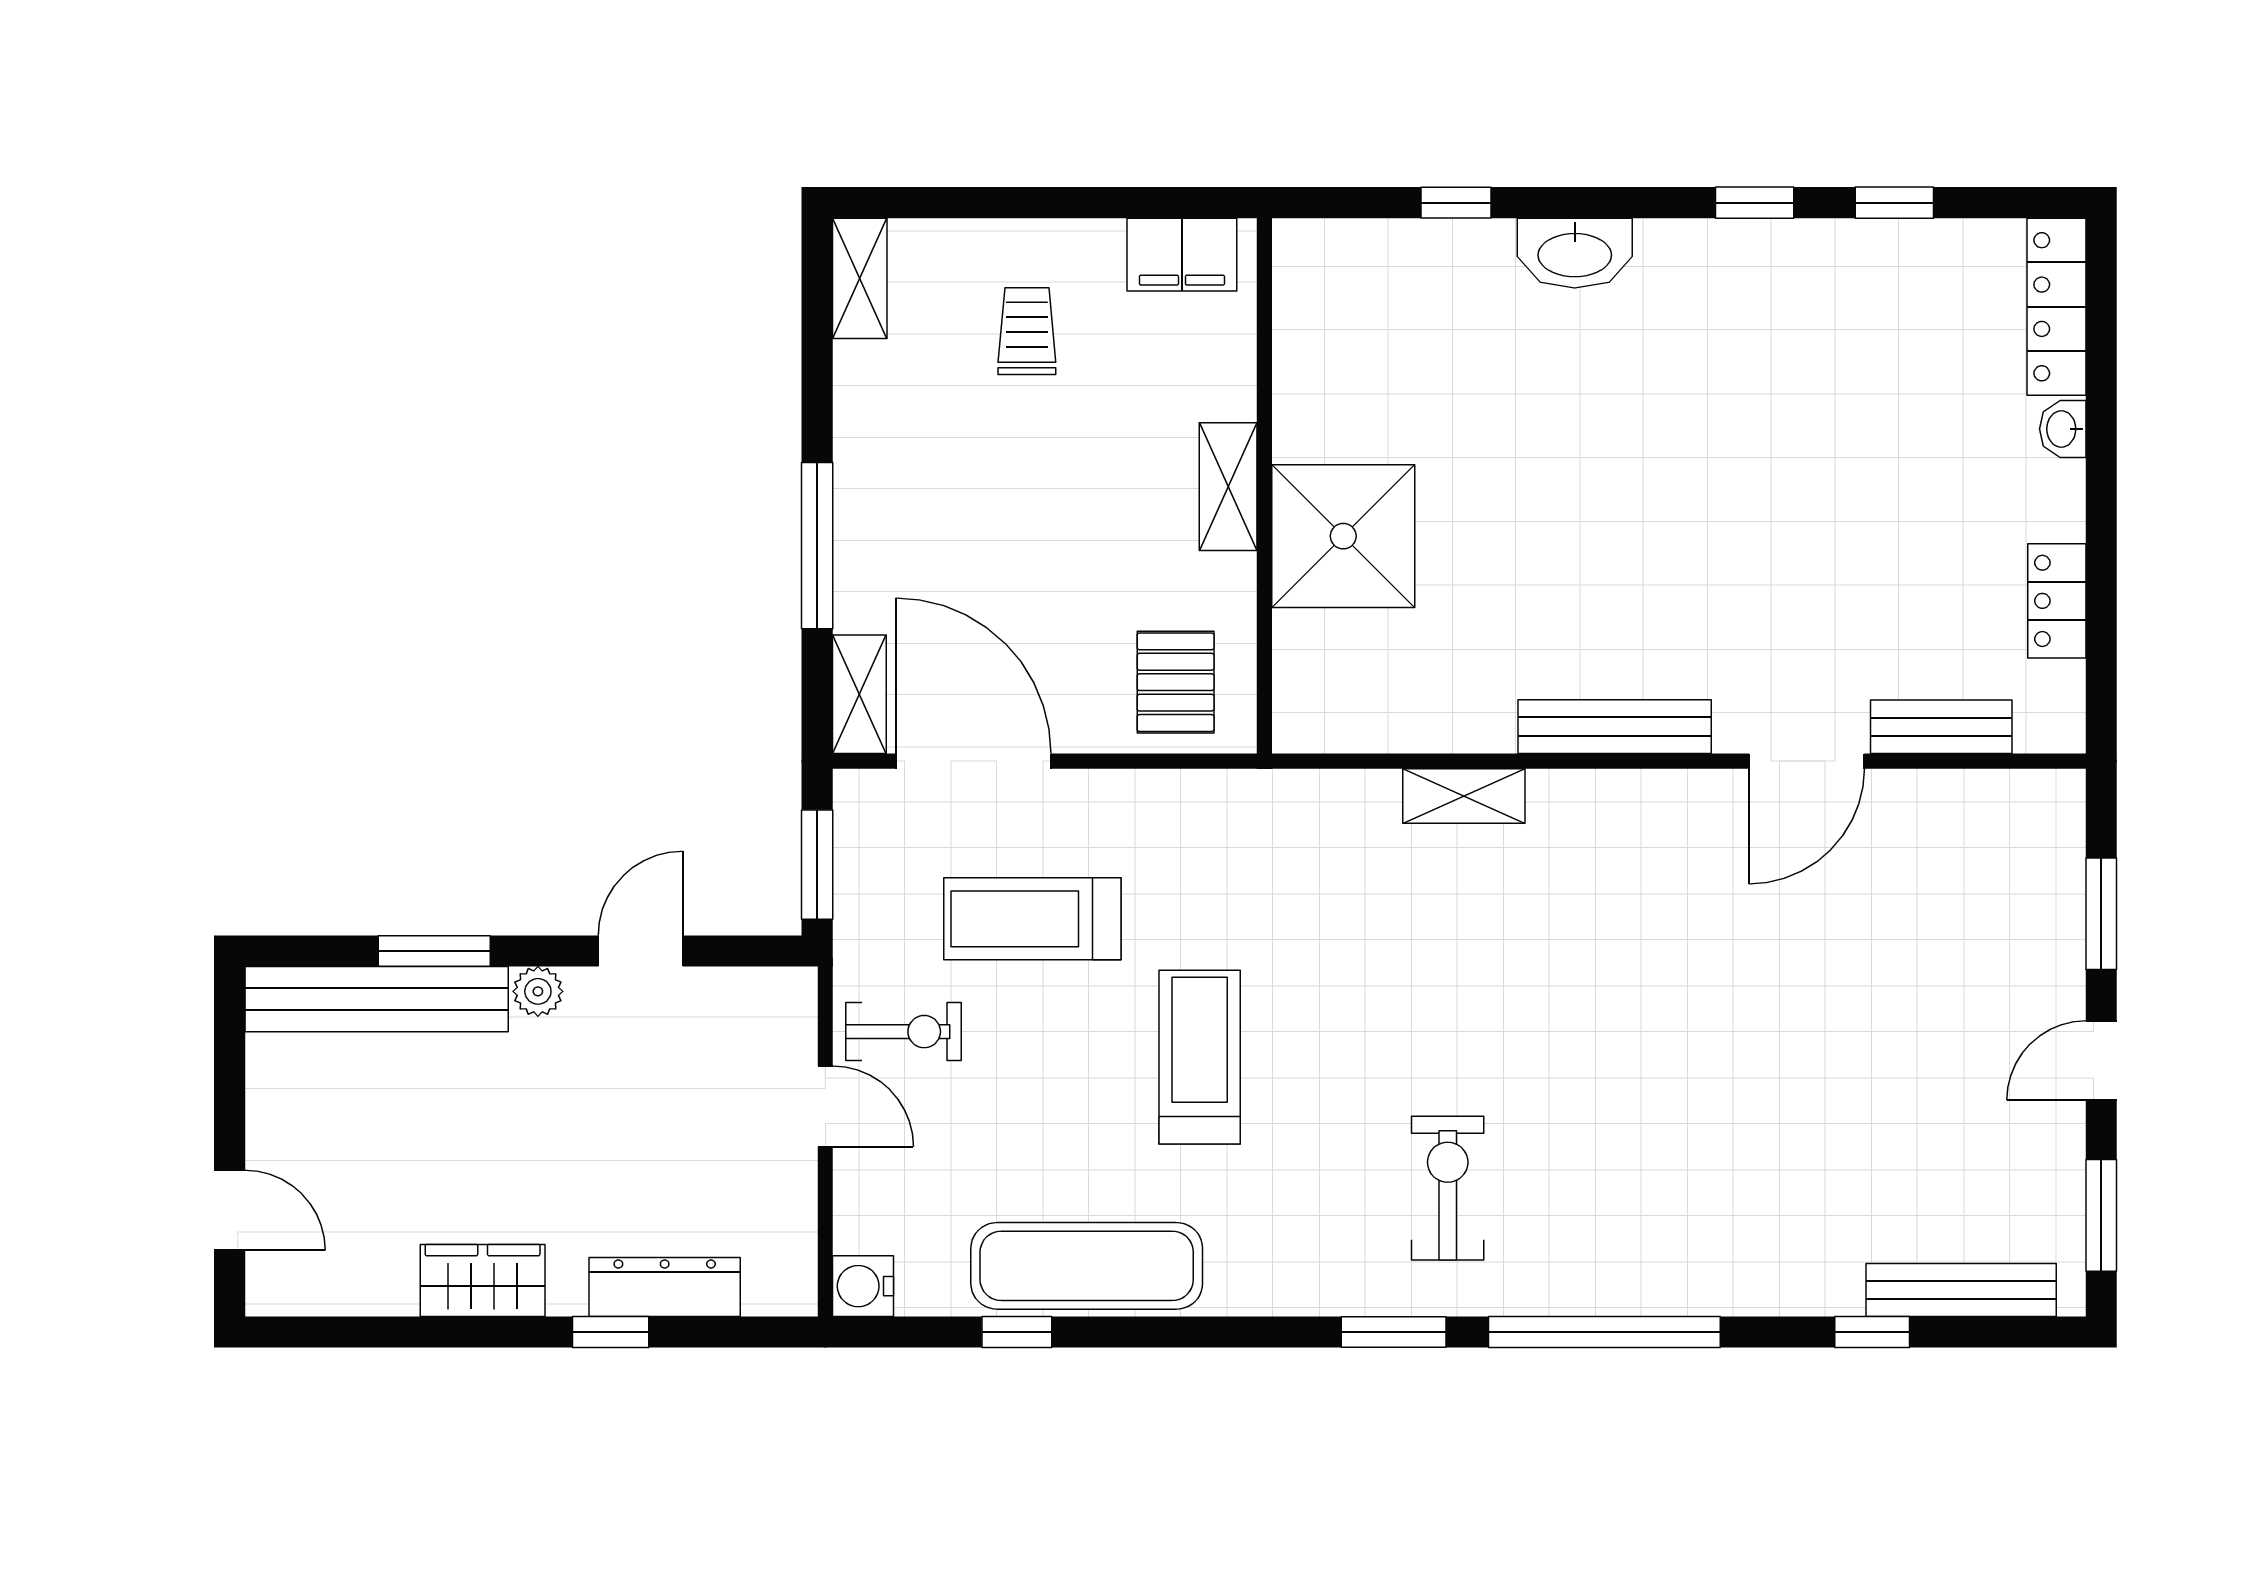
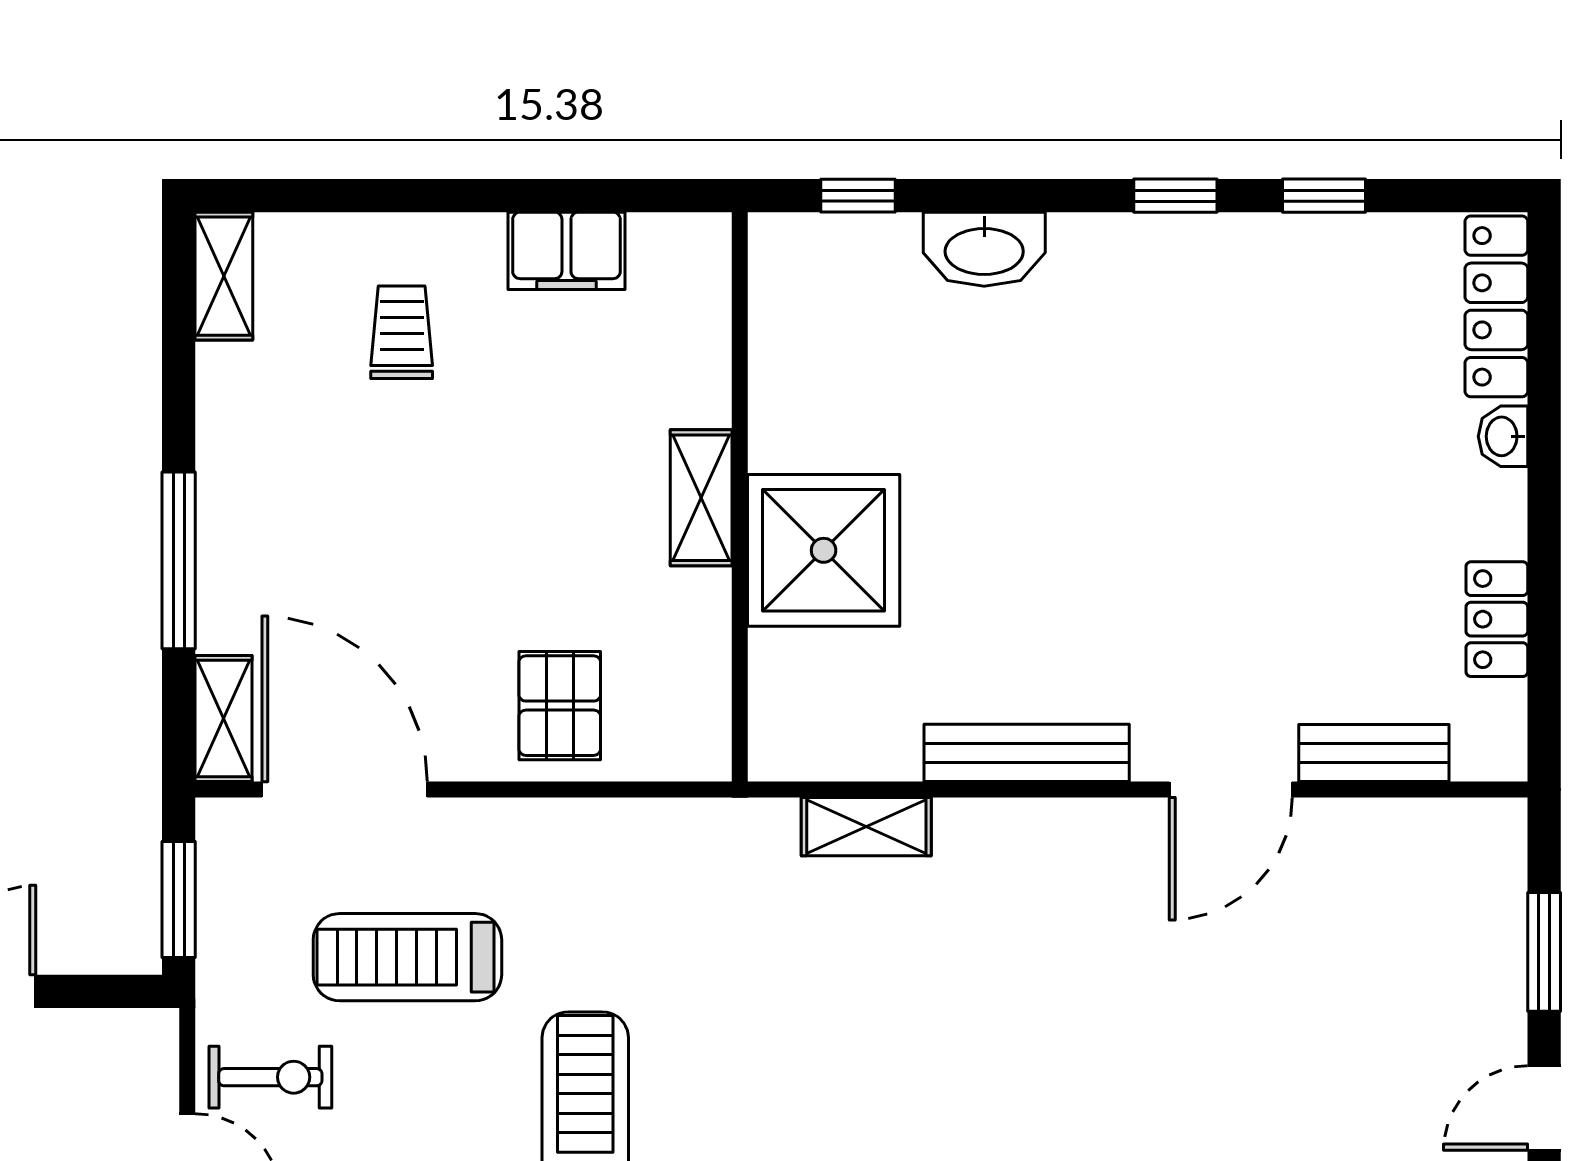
wall: (1264, 486) -> (740, 497), moved
shelving: (1228, 487) -> (701, 498), moved
shower: (1343, 536) -> (824, 550), moved

